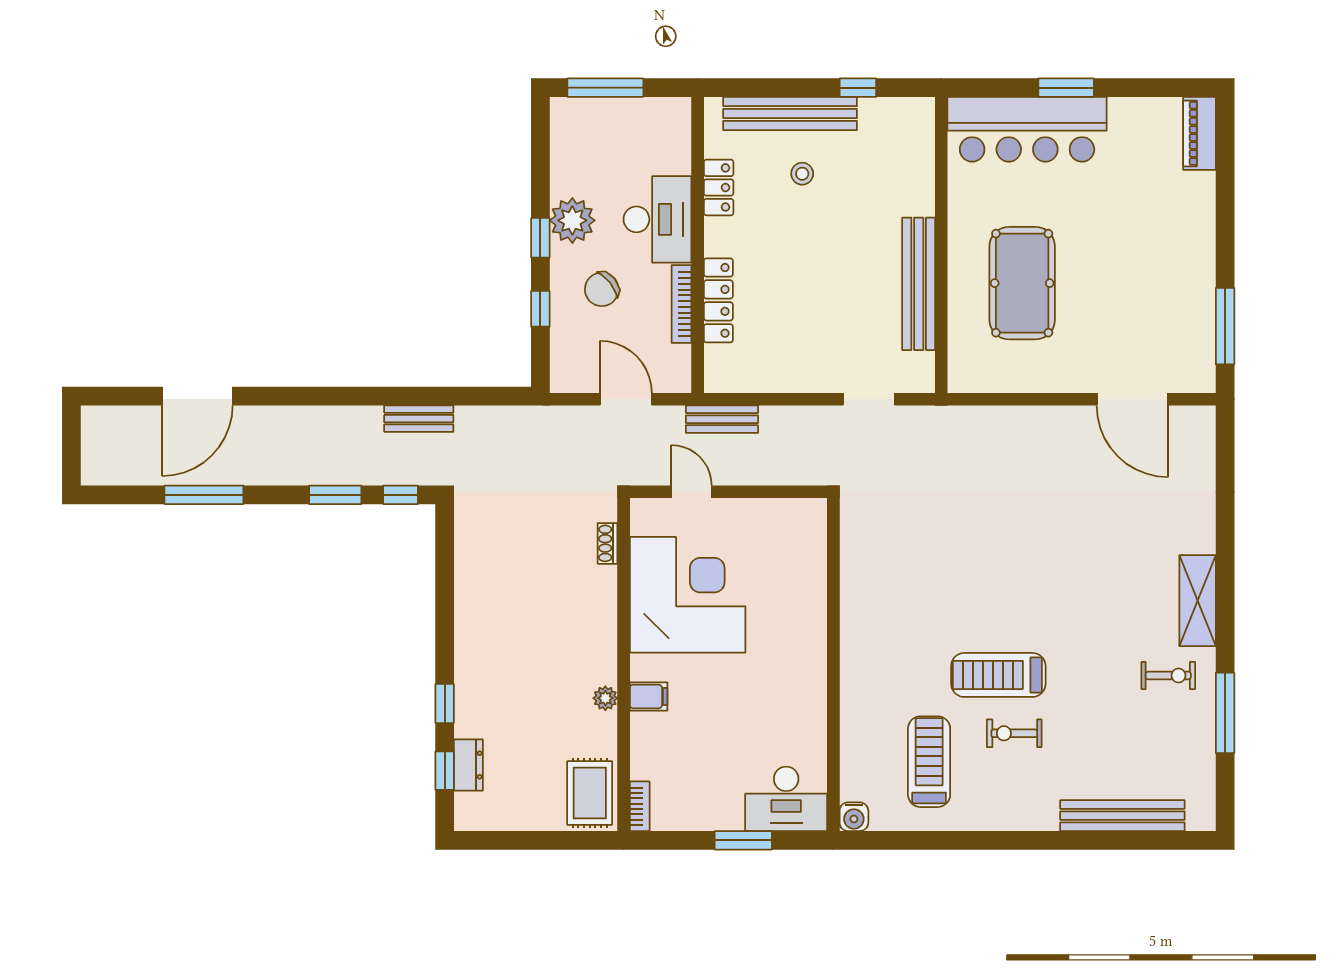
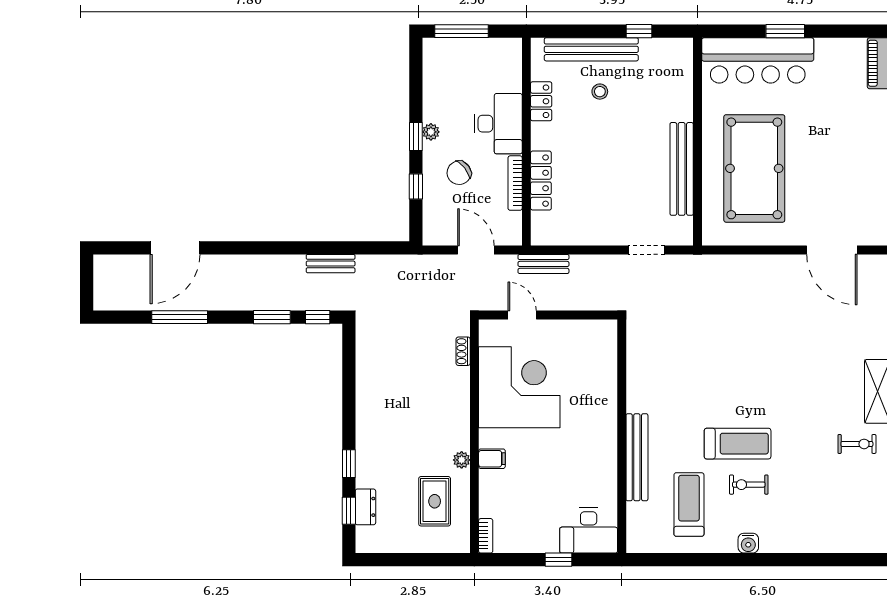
plant: (572, 220) -> (431, 132), width x0.53, depth x0.53
pool table: (1022, 283) -> (754, 168), width x1.36, depth x1.32
treadmill: (998, 675) -> (738, 444), turned 180
rug: (590, 793) -> (435, 501), moved
bench: (1122, 816) -> (637, 457), moved, turned 90
water cooler: (854, 817) -> (748, 543), moved
window: (743, 840) -> (558, 560), width x0.67

